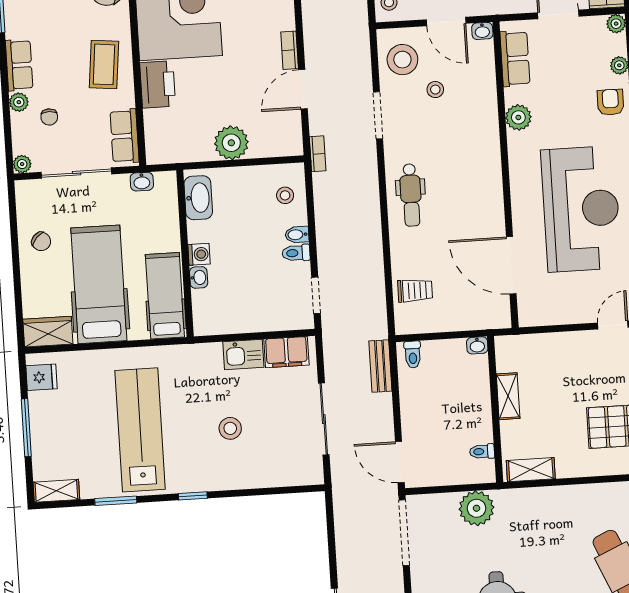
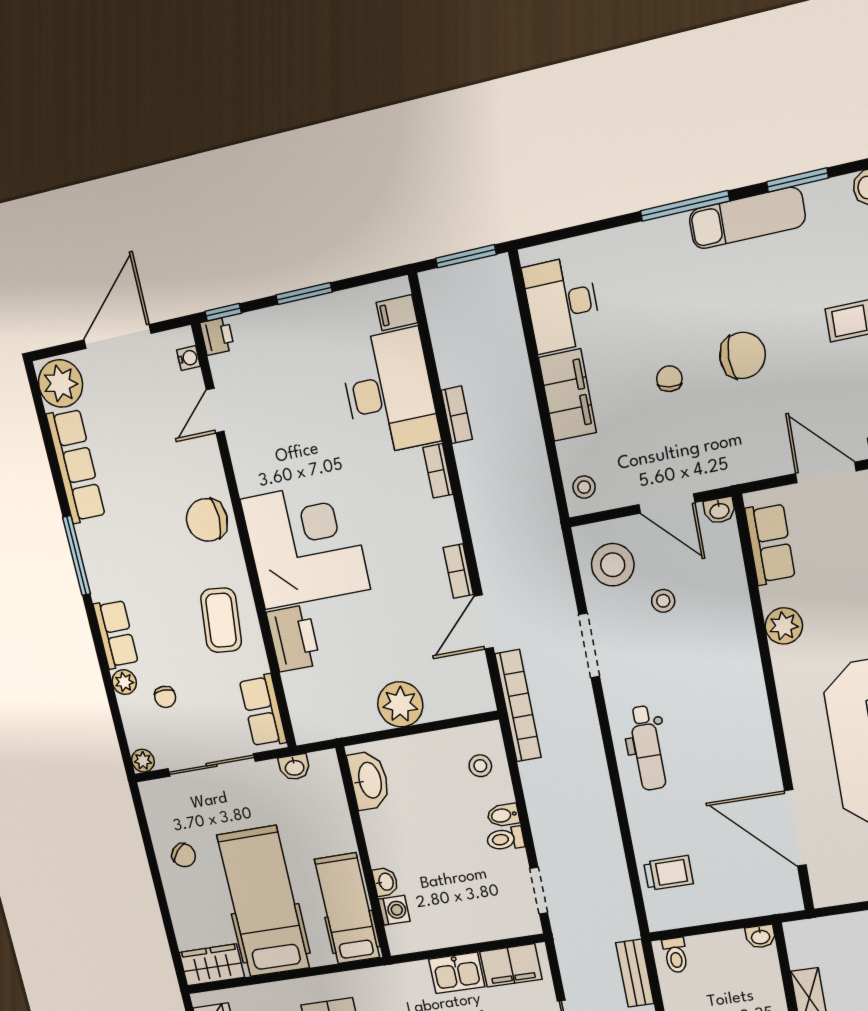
bookcase: (318, 154) -> (518, 706), width x2.31, depth x1.31
washing machine: (199, 254) -> (394, 910), moved

